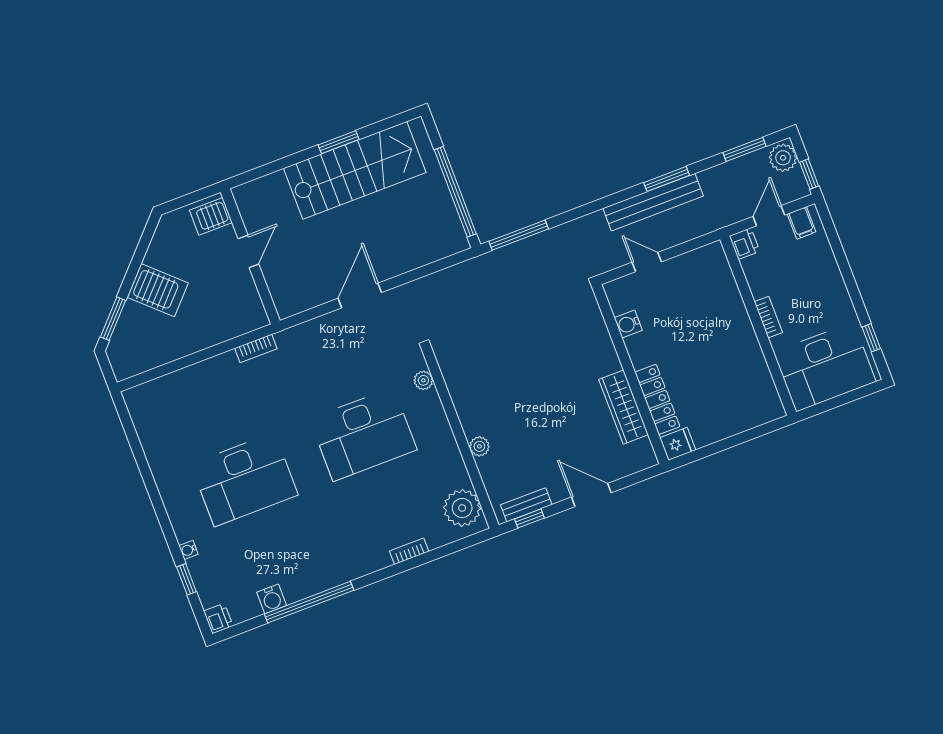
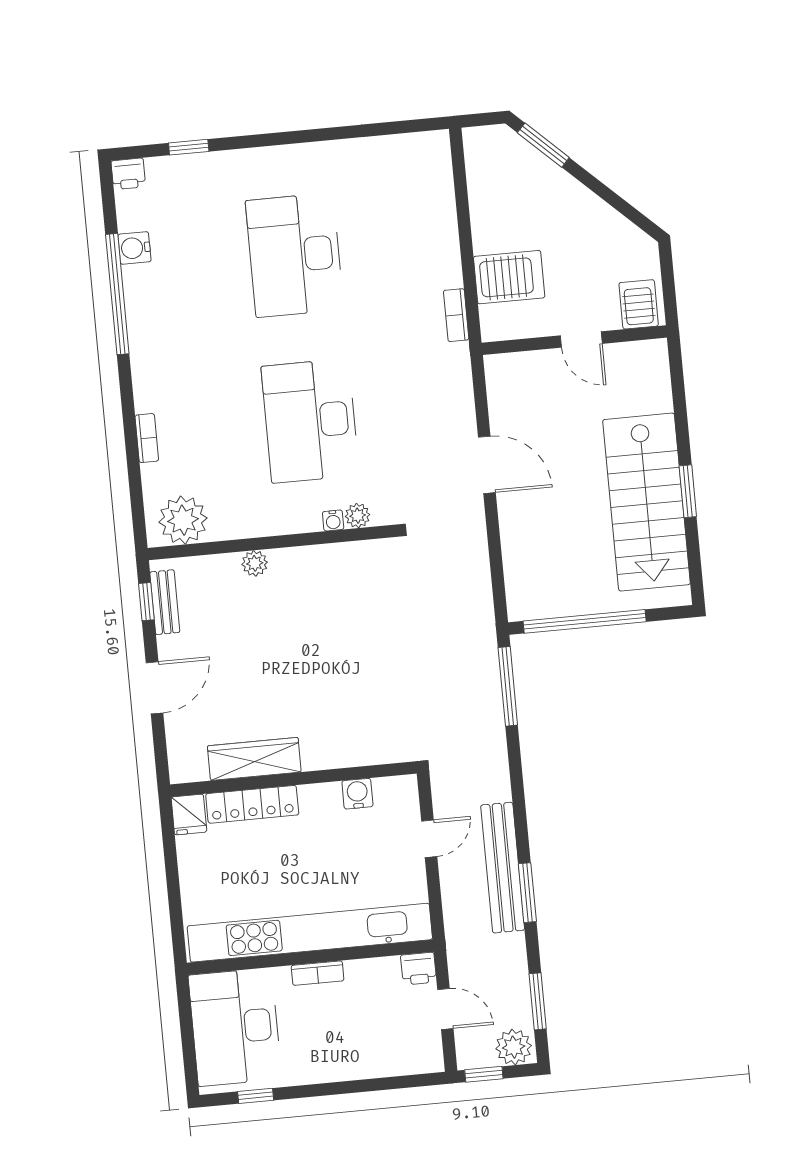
filing cabinet: (802, 223) -> (425, 1048), removed
server rack: (158, 290) -> (509, 277), moved, turned -133
kitchen unit: (740, 331) -> (310, 933), added
water cooler: (188, 550) -> (333, 520), moved, turned 180

